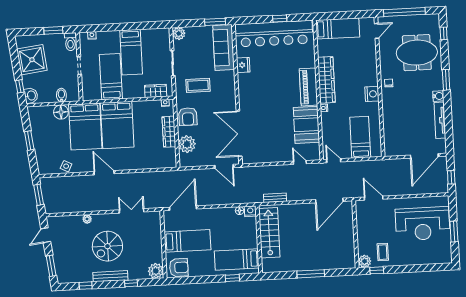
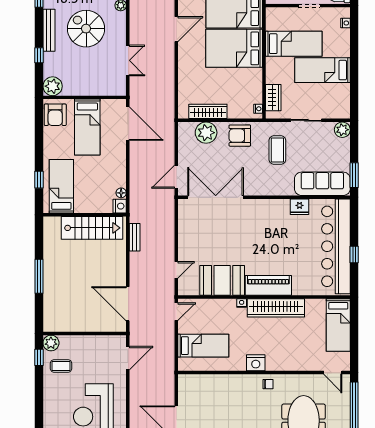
wardrobe: (169, 132) -> (208, 111), moved

